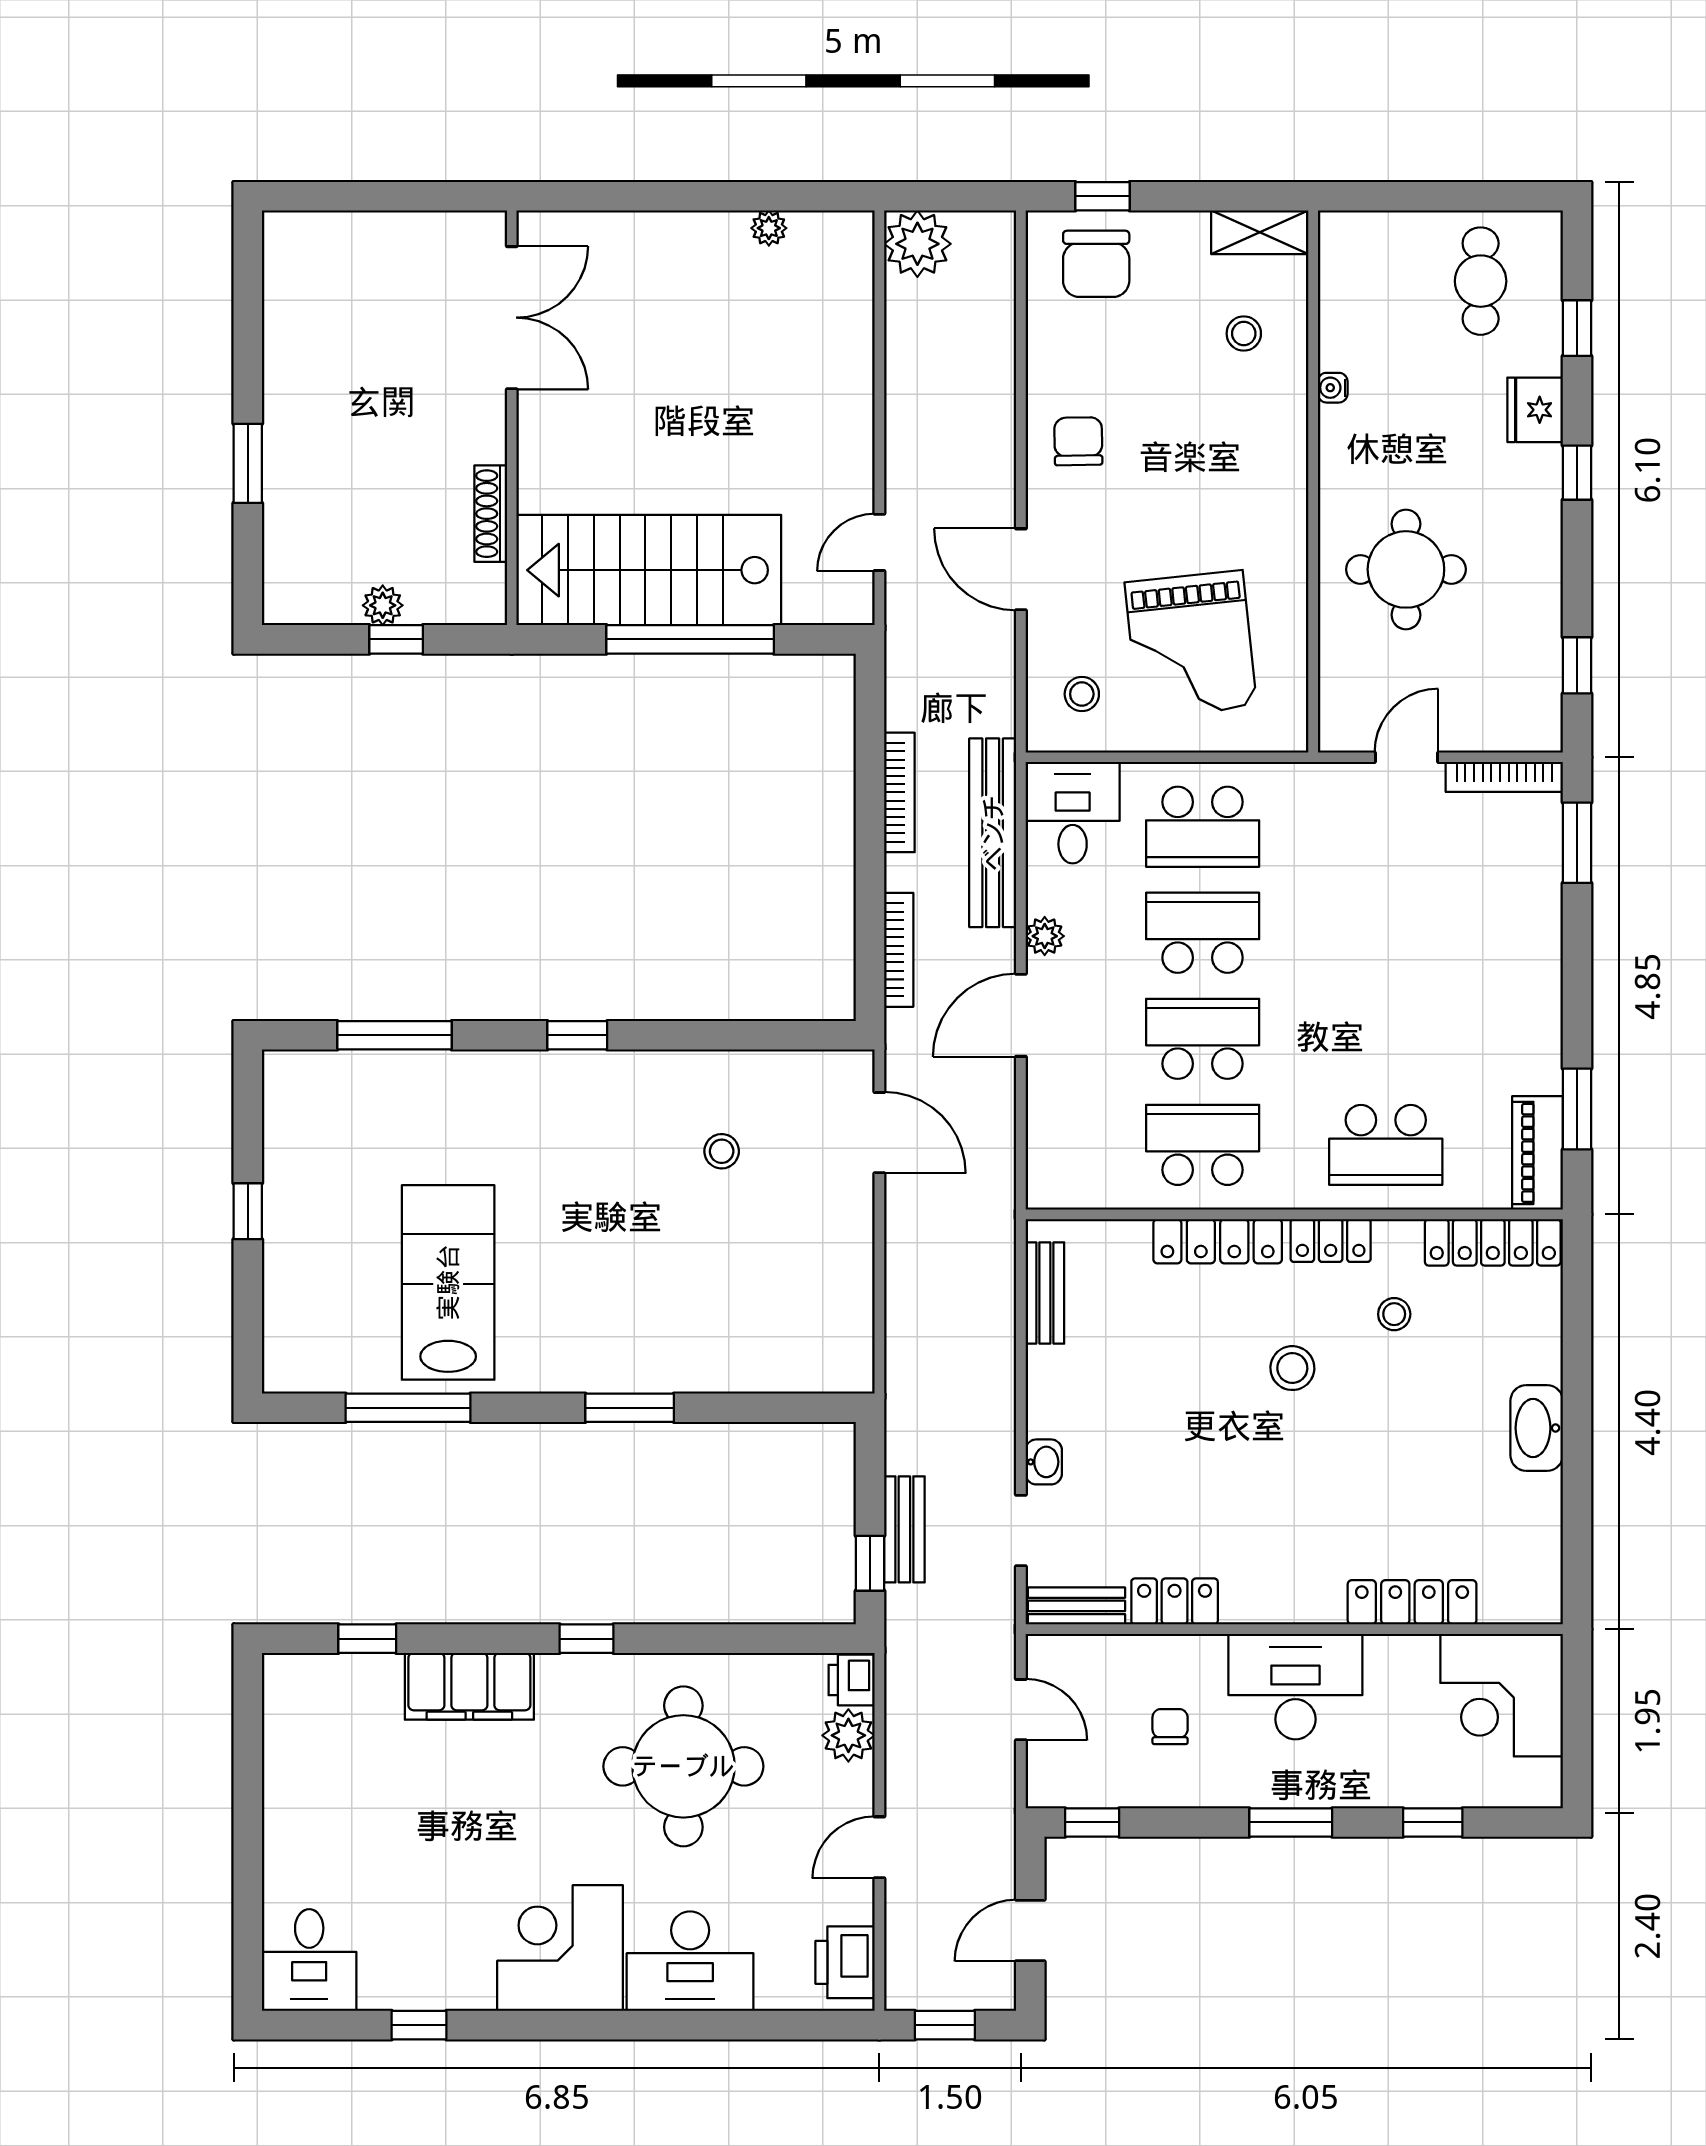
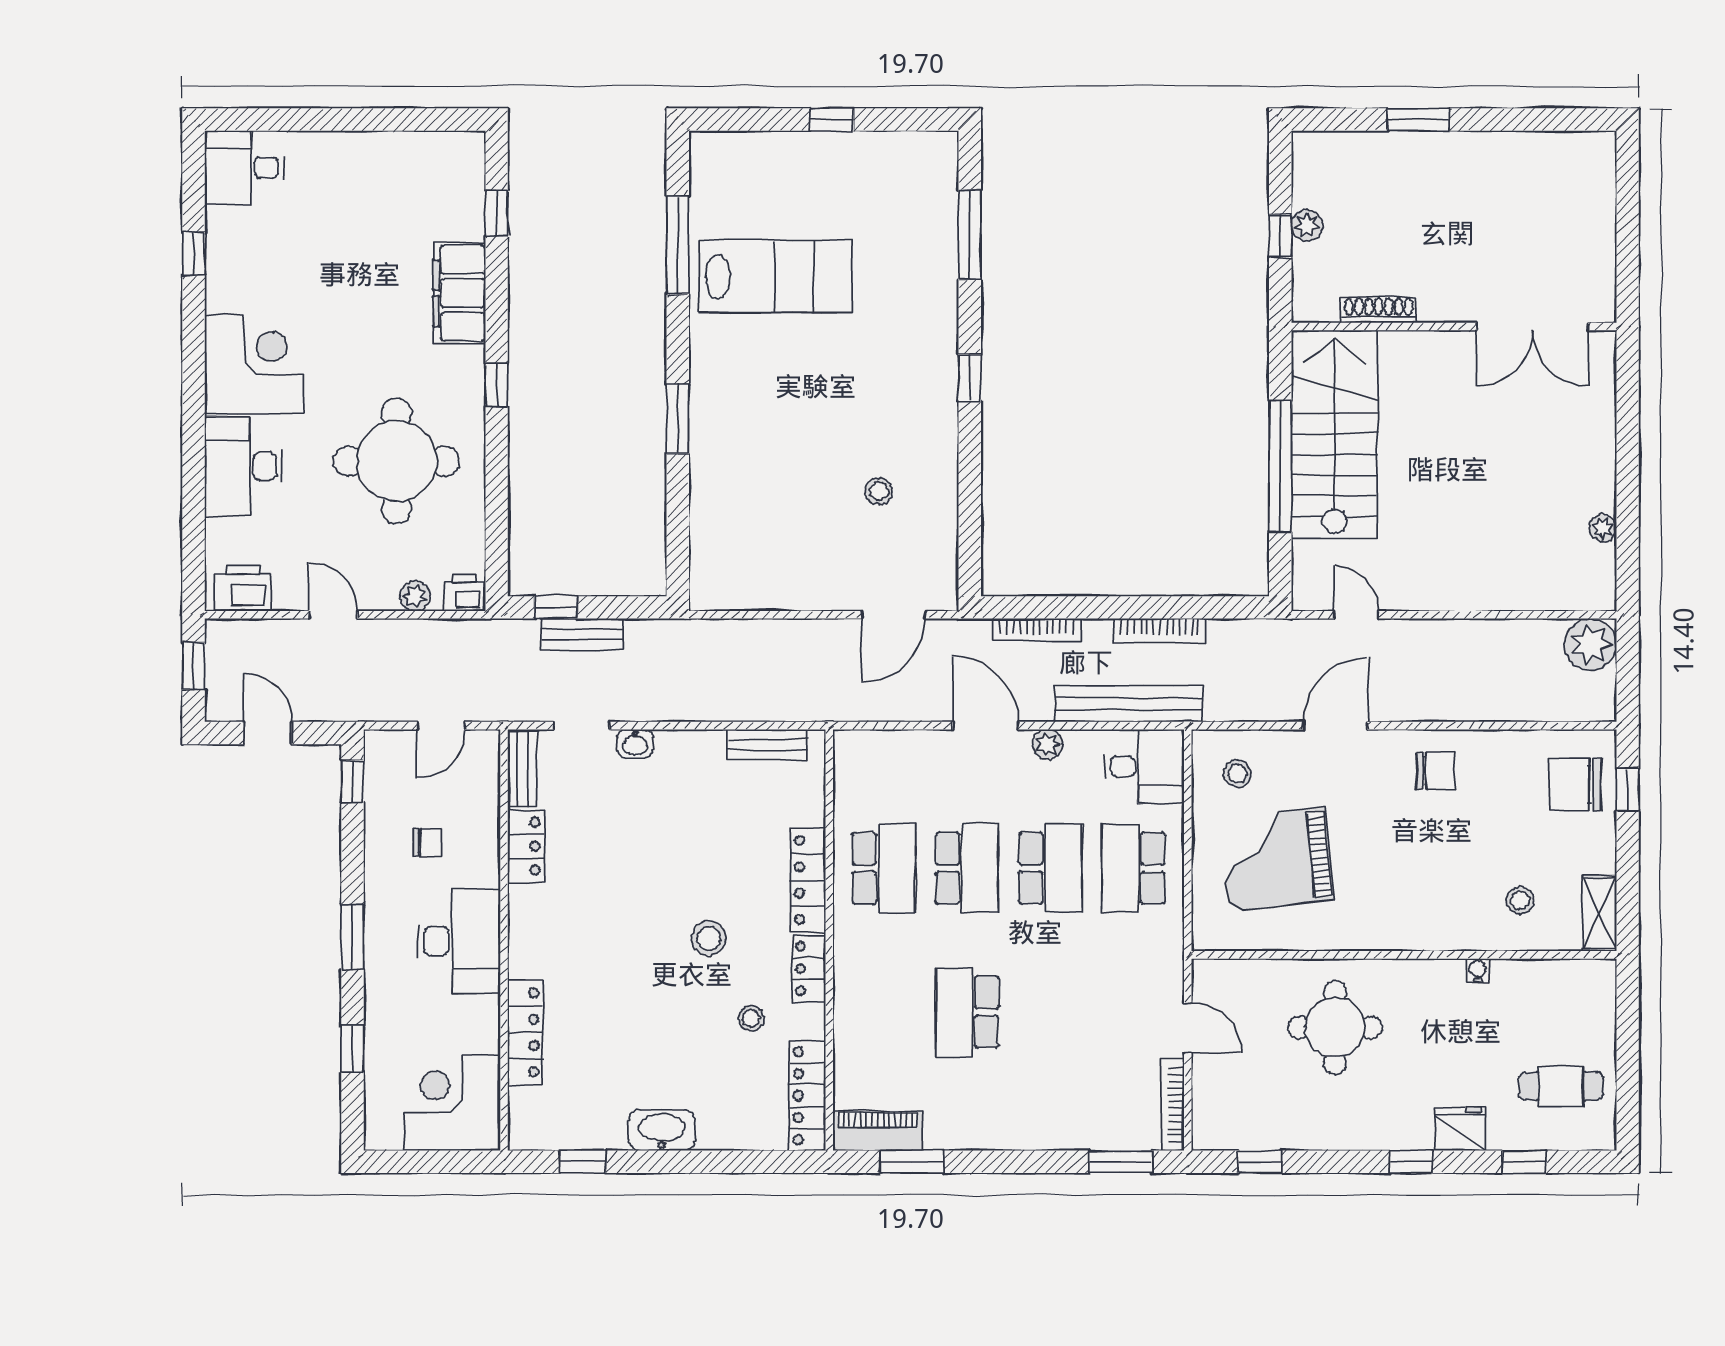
school desk: (1386, 1145) -> (967, 1012), moved
window: (1577, 1529) -> (582, 1162), added
plant: (848, 1735) -> (415, 596), width x0.73, depth x0.73

